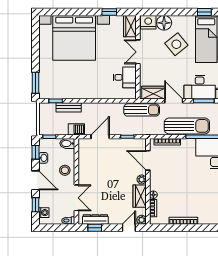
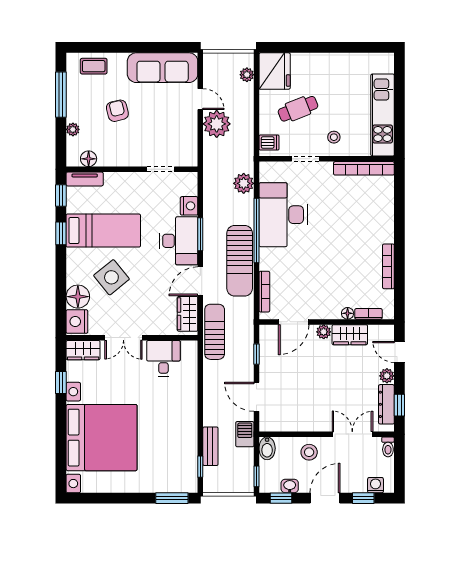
sun lounger: (187, 126) -> (240, 261), turned 180
plant: (142, 220) -> (387, 376), moved

